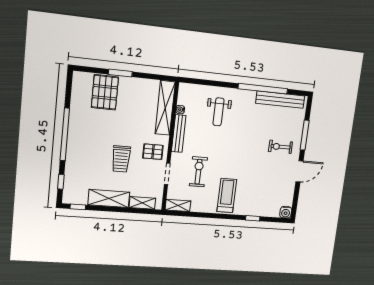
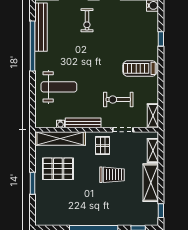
pallet: (105, 92) -> (58, 169), moved
weight bench: (218, 112) -> (59, 87), width x1.36, depth x1.33

